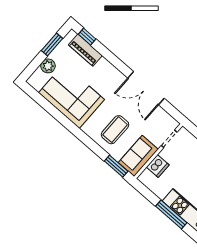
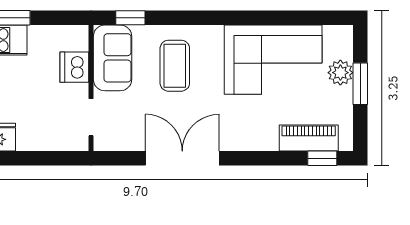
window: (52, 45) -> (360, 84), moved
window: (116, 166) -> (130, 18), width x0.67

